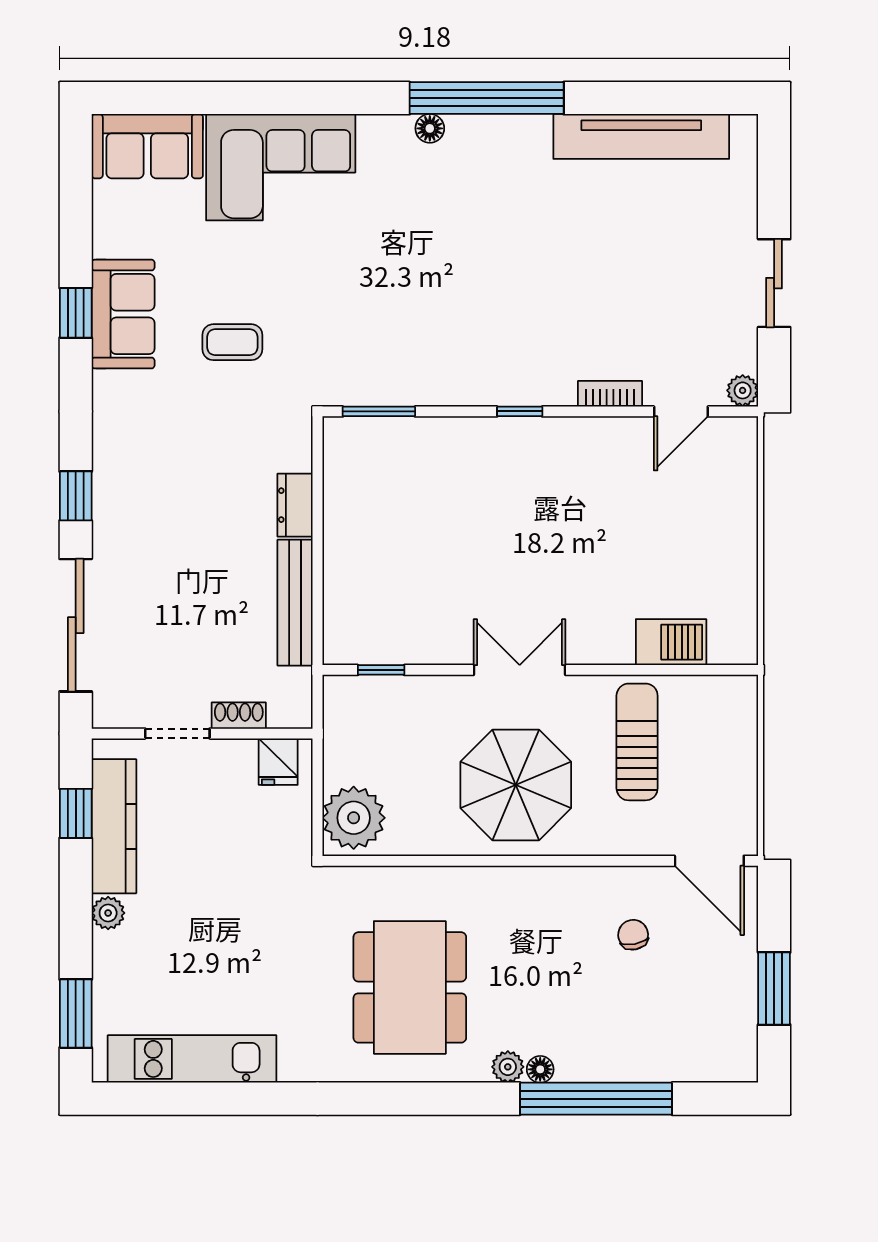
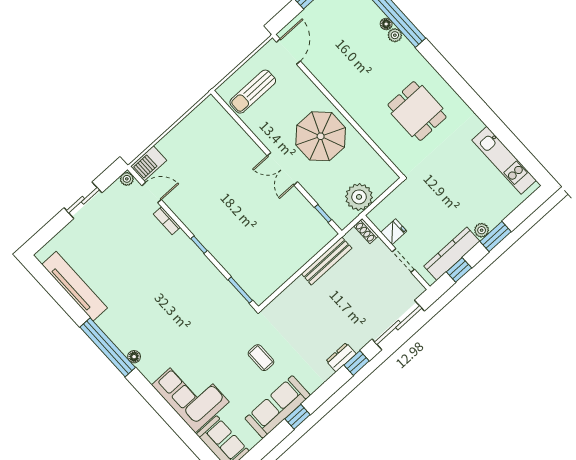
sofa: (123, 314) -> (278, 407), width x1.36
dresser: (295, 505) -> (341, 357), moved, turned 180
barbecue: (671, 642) -> (149, 163), moved, turned -90
shoe rack: (239, 716) -> (366, 231), moved
sun lounger: (637, 742) -> (253, 92), moved
fridge: (278, 762) -> (394, 232), moved
plant: (354, 818) -> (359, 197), moved
chair: (633, 935) -> (334, 54), removed
dining table: (410, 987) -> (417, 111), width x0.73
window: (76, 1013) -> (496, 237), moved
plant: (508, 1067) -> (395, 35), moved
floor lamp: (540, 1069) -> (386, 24), moved

